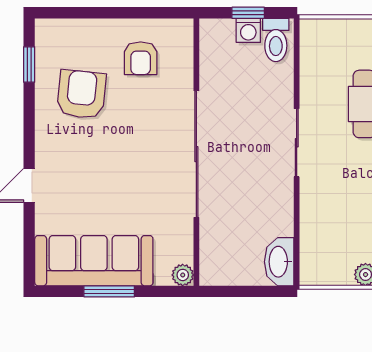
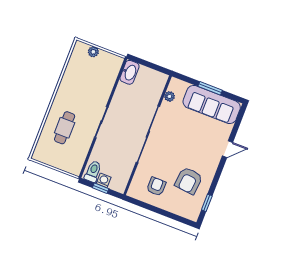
plant: (183, 275) -> (169, 96), moved

